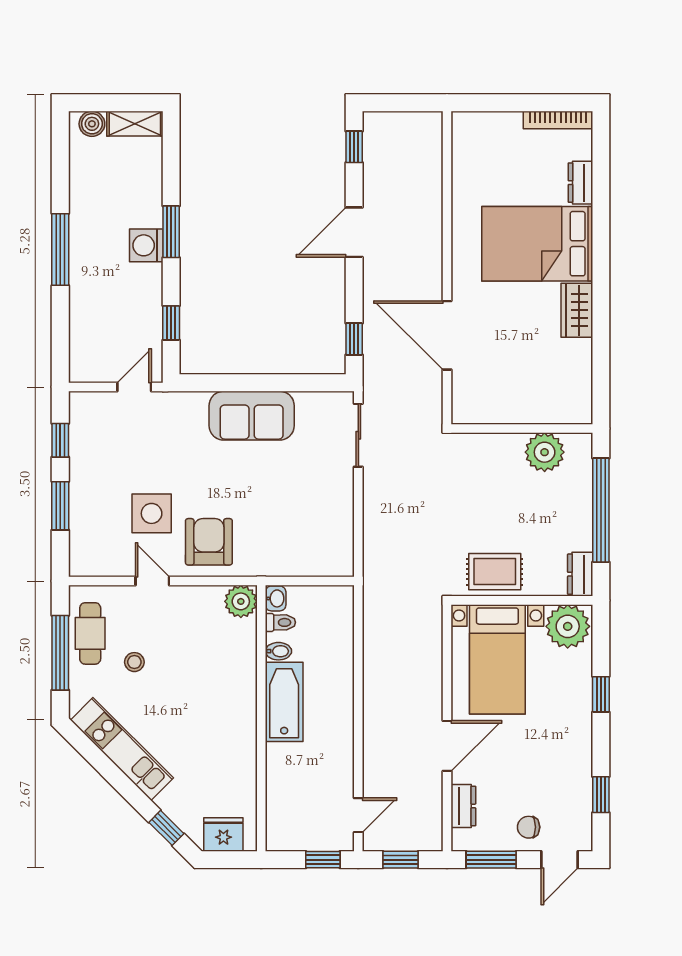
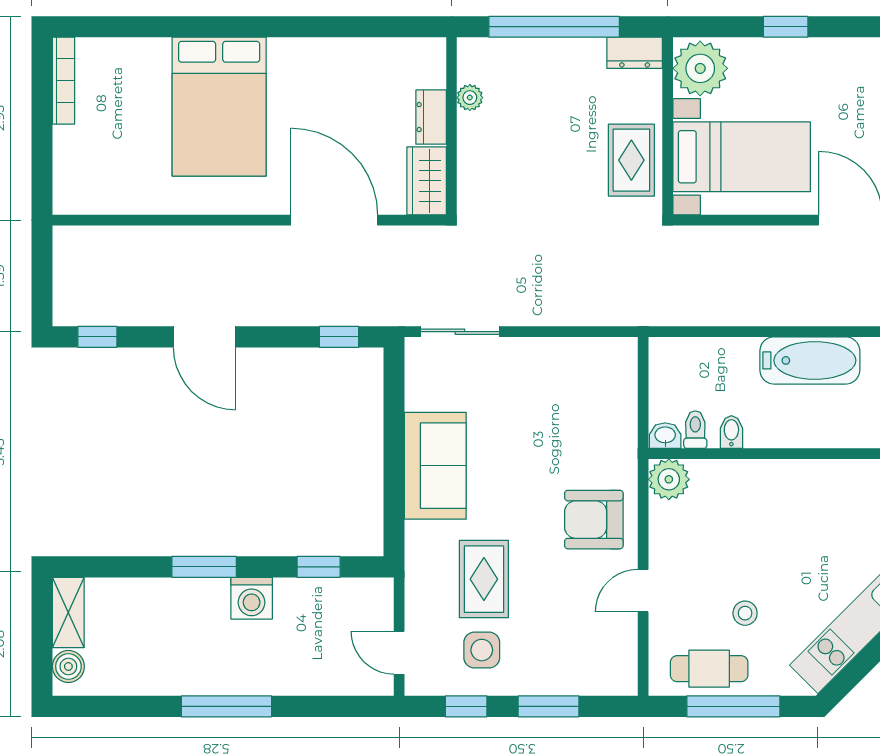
dresser: (580, 183) -> (431, 117), moved, turned 90
washing machine: (146, 245) -> (252, 598), moved
wardrobe: (577, 310) -> (427, 181), moved, turned 90
door: (447, 335) -> (334, 220), swing flipped
door: (134, 387) -> (399, 653), moved
plant: (545, 452) -> (470, 98), width x0.53, depth x0.53
rug: (161, 454) -> (484, 579), added
side table: (152, 513) -> (482, 650), moved, width x0.73, depth x0.73
bathtub: (284, 702) -> (810, 360), moved, turned 180

